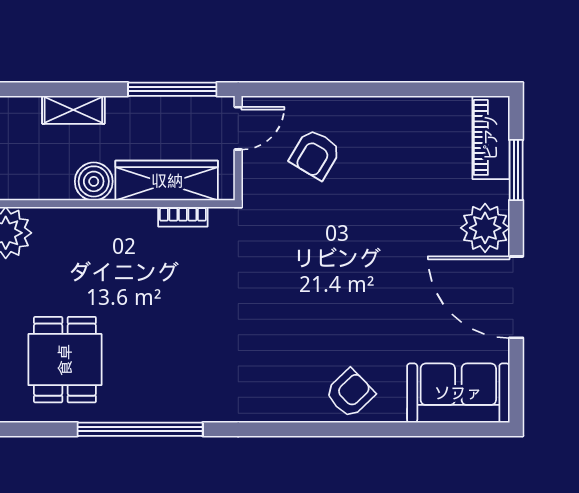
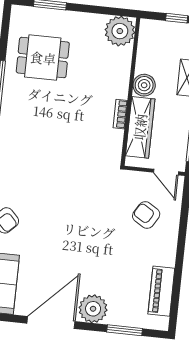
piano: (491, 137) -> (161, 291), moved, turned -90
bookcase: (183, 217) -> (120, 114), moved

